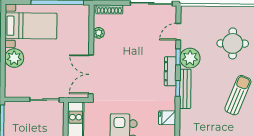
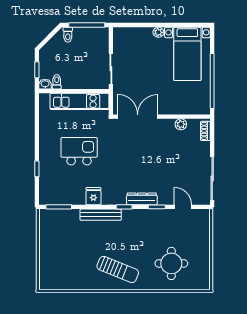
shoe rack: (109, 9) -> (205, 131), width x0.70
plant: (14, 58) -> (158, 32), width x0.53, depth x0.53
plant: (190, 58) -> (156, 219), removed
bench: (185, 89) -> (101, 215), moved

